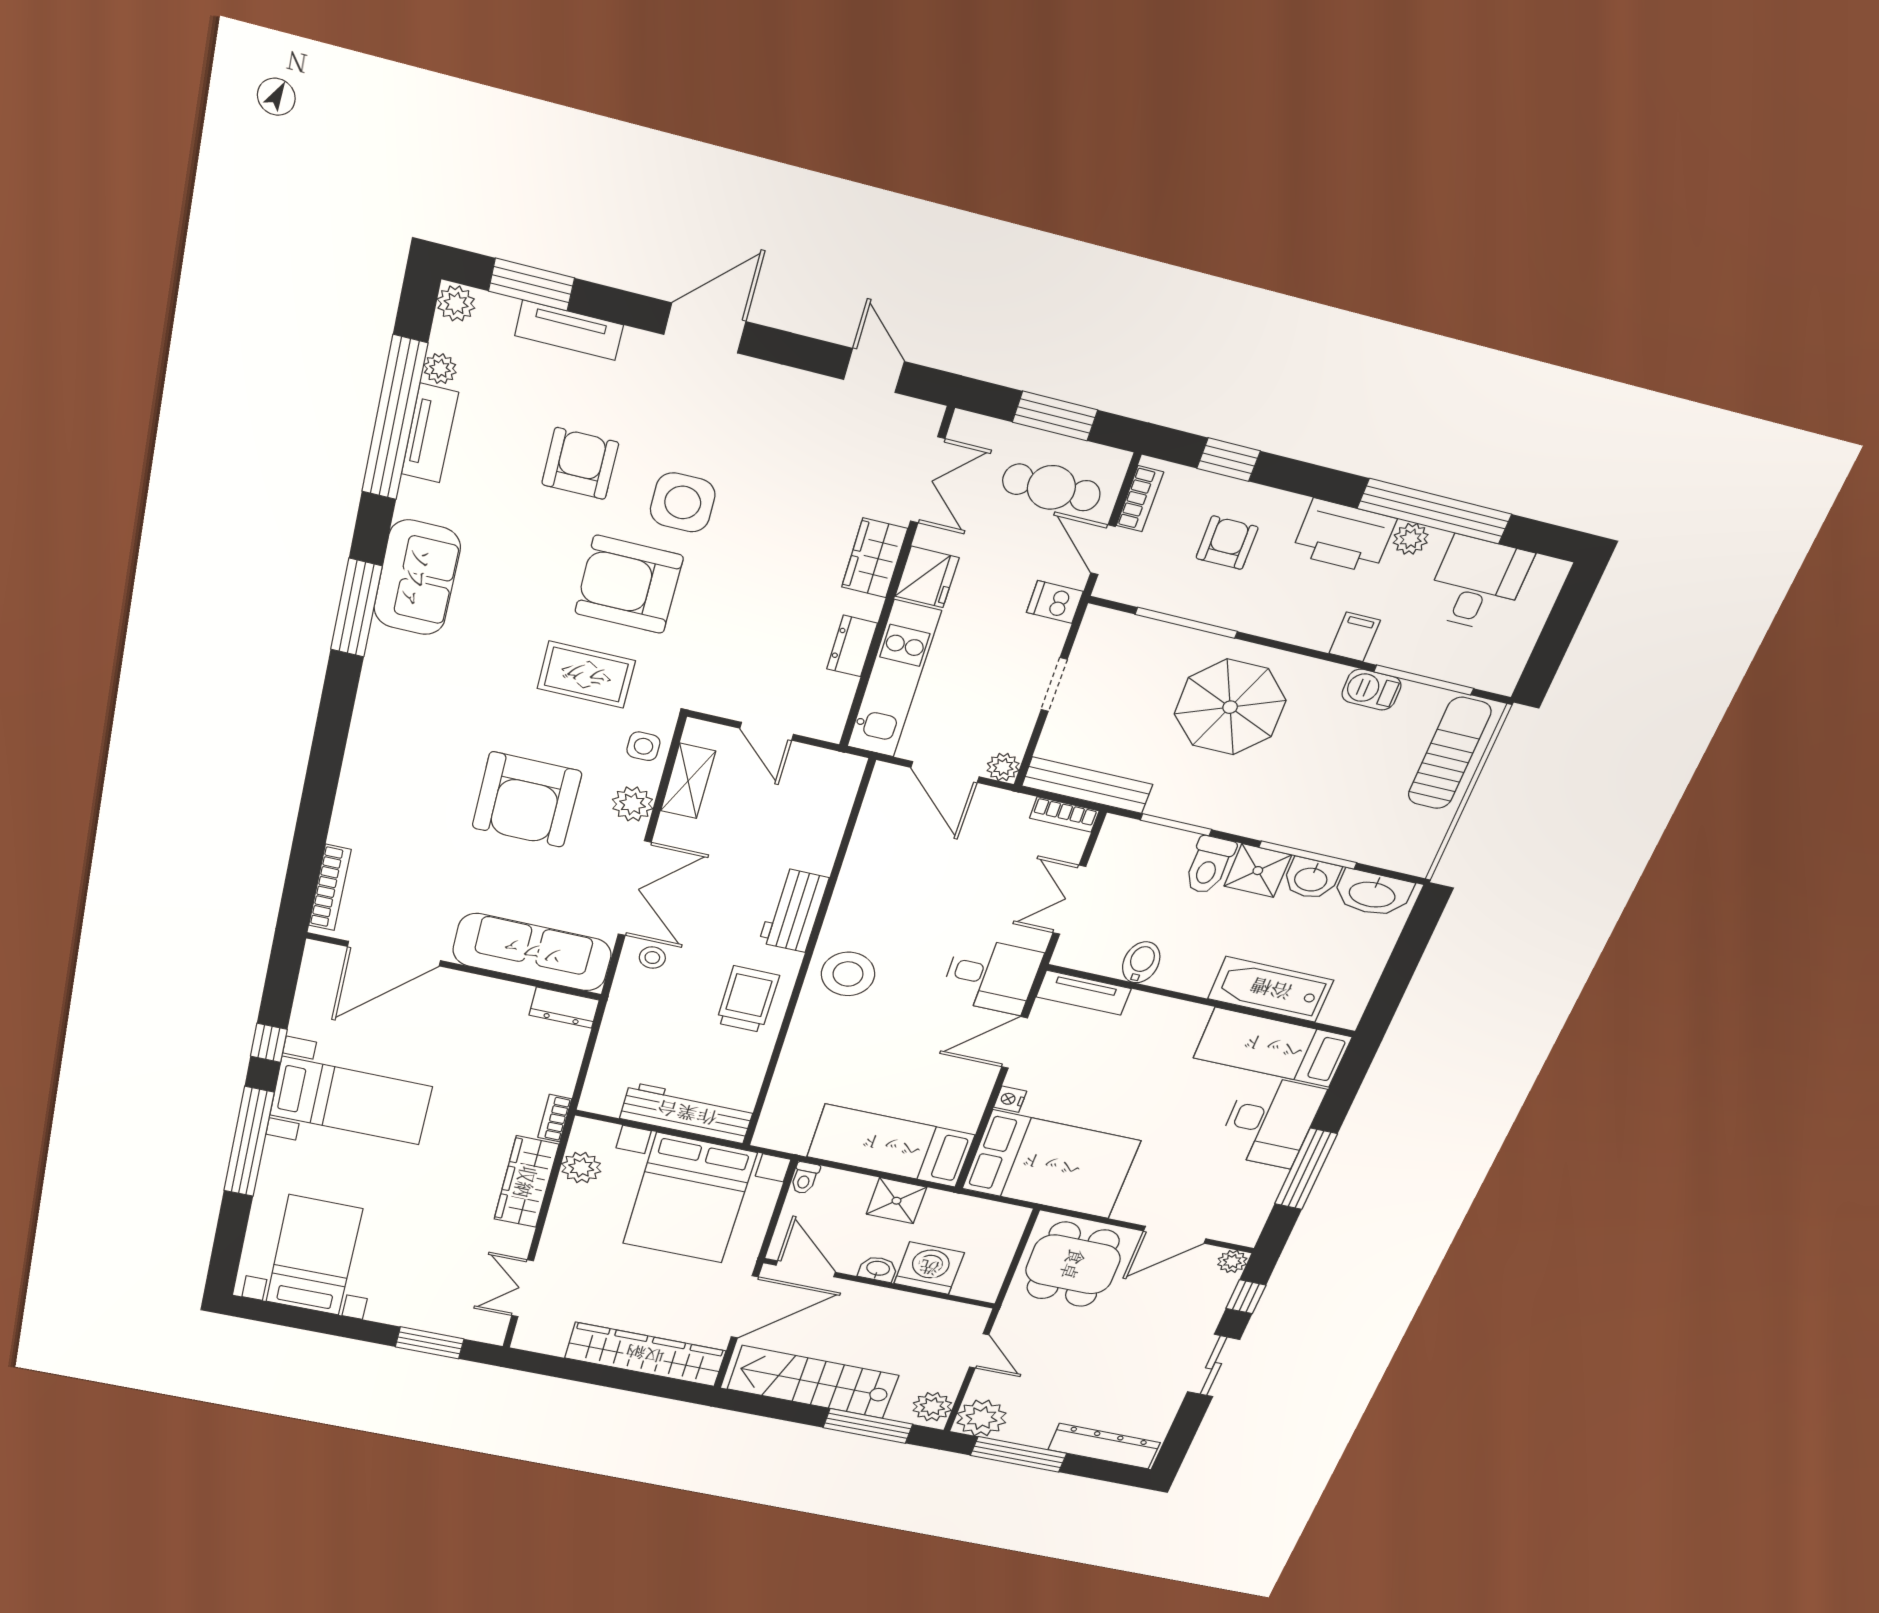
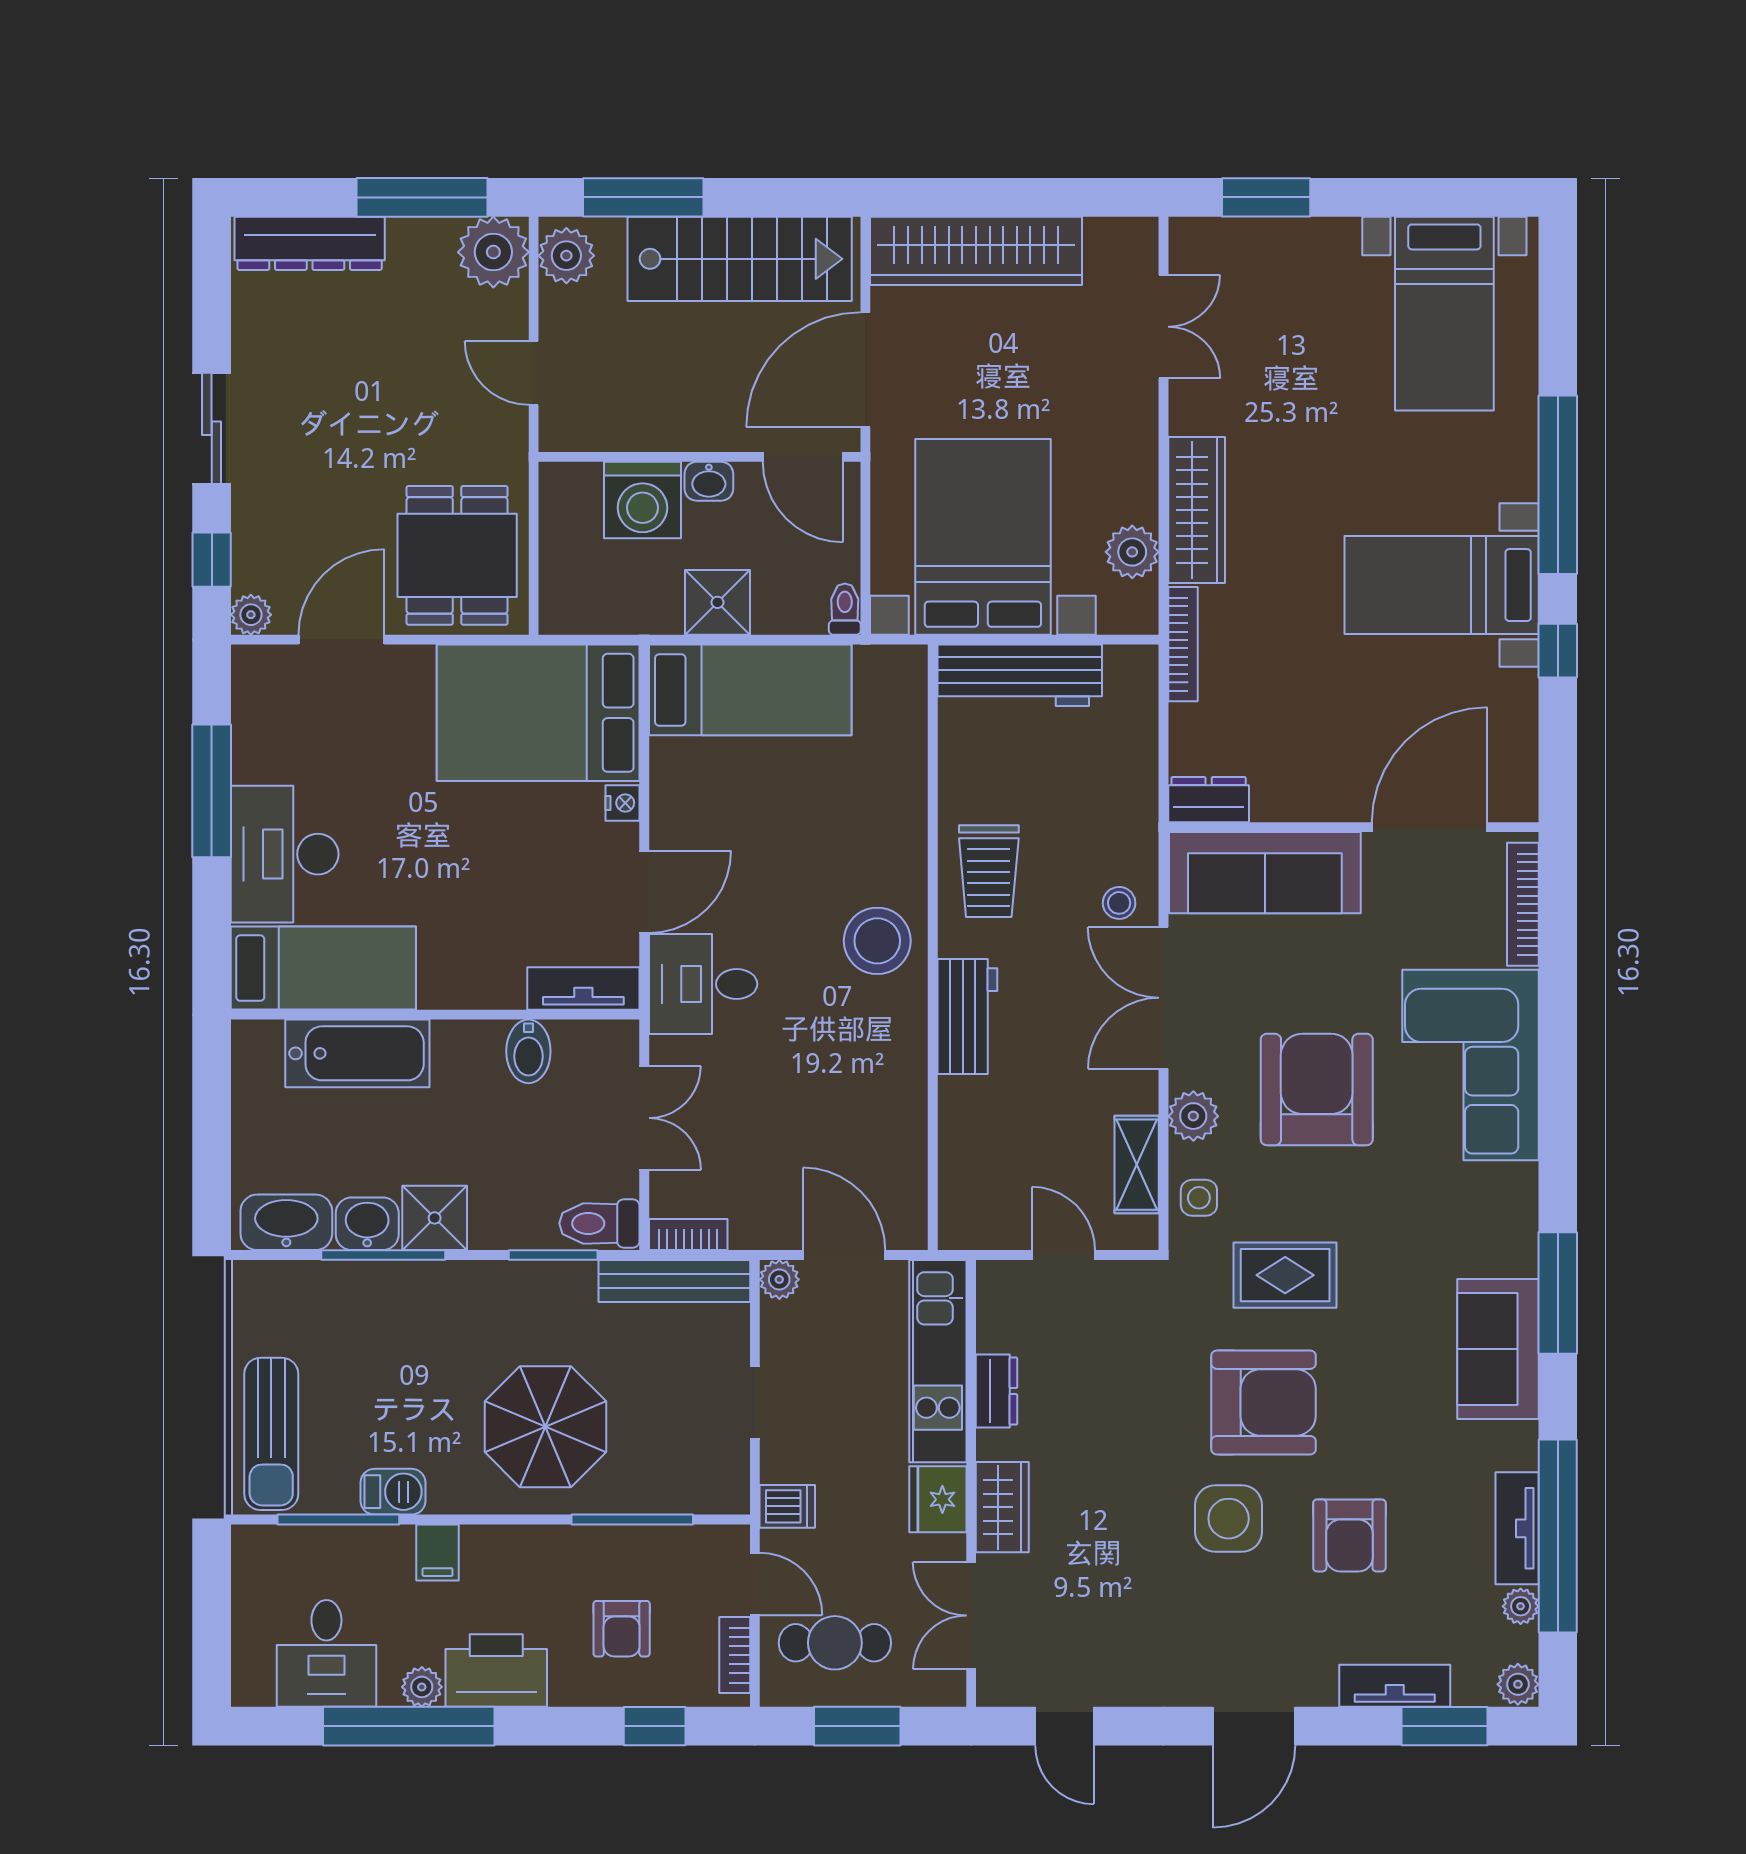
corner sofa: (396, 789) -> (1470, 1065), added
toilet: (1209, 865) -> (599, 1223), moved, turned -90
bookcase: (555, 1118) -> (1183, 644), width x1.56

